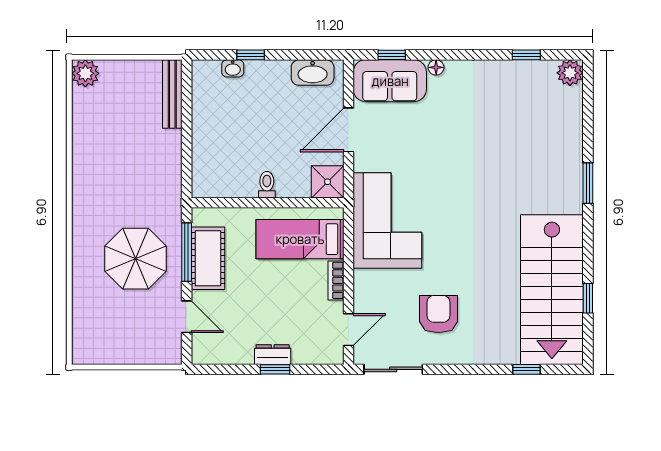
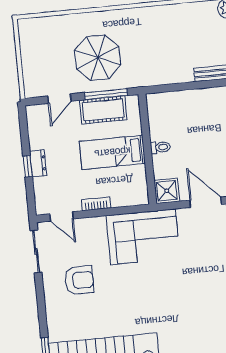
bed: (300, 239) -> (112, 152), moved, turned -90

